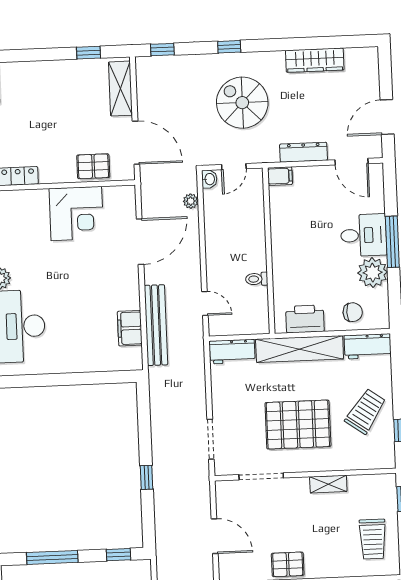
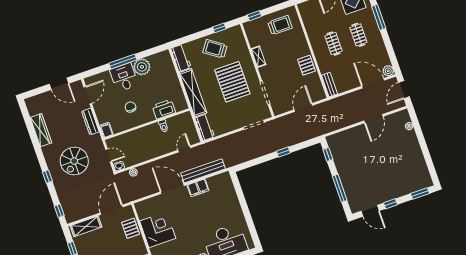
door: (140, 242) -> (172, 189), moved
chair: (353, 312) -> (130, 107), moved
printer: (305, 319) -> (164, 109), moved, turned 90
filing cabinet: (130, 328) -> (198, 188), moved

